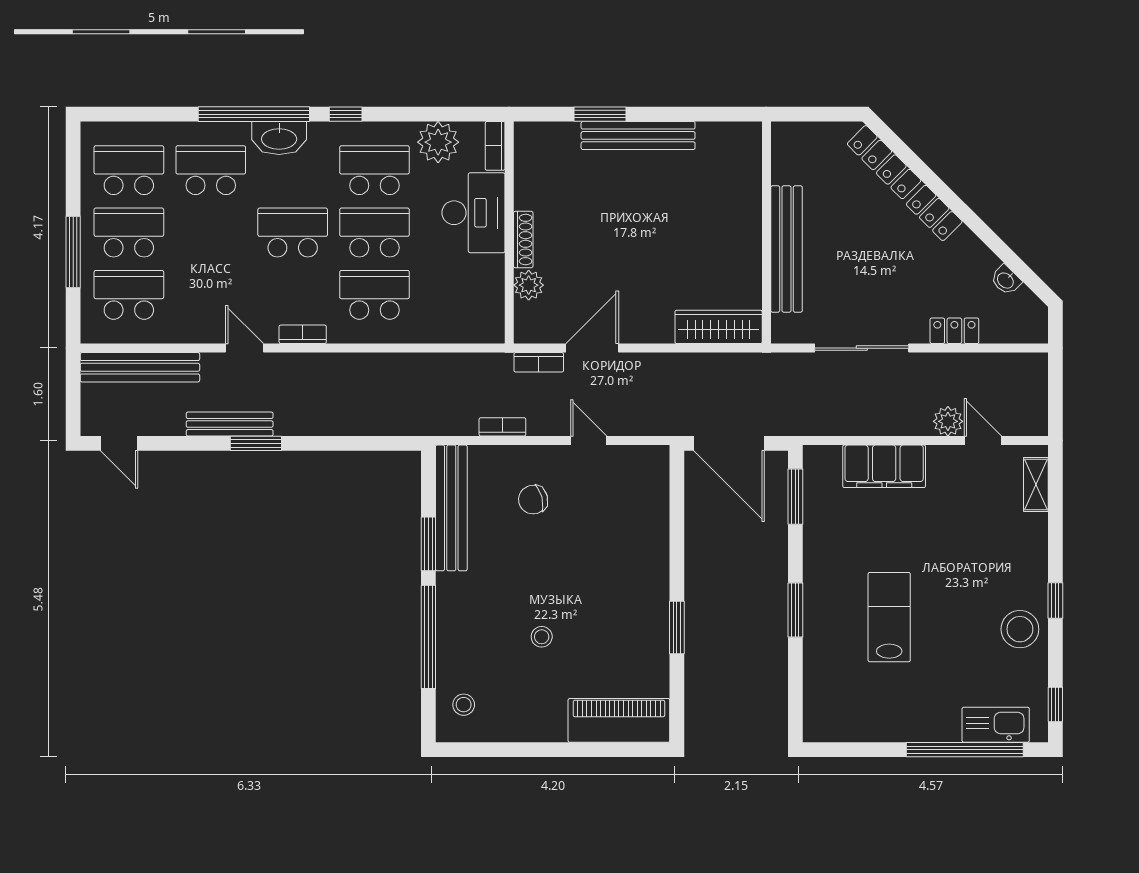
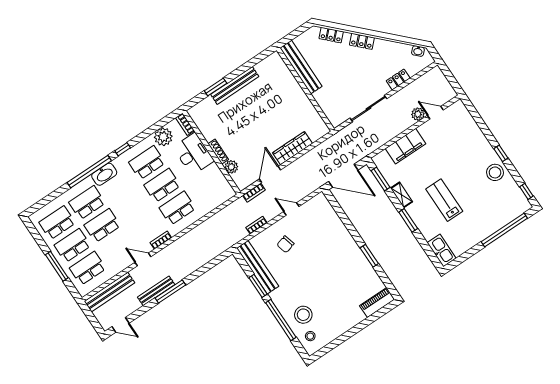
locker: (884, 162) -> (331, 35), width x0.66
school desk: (293, 233) -> (102, 225), moved
bench: (787, 249) -> (301, 67), moved
washbasin: (1006, 280) -> (418, 51), moved
wardrobe: (719, 327) -> (292, 148), moved
window: (256, 443) -> (170, 291), width x1.44
shelving: (1036, 485) -> (401, 195), moved
stool: (542, 637) -> (303, 315), moved, width x1.89, depth x1.89
piano: (619, 720) -> (377, 303), width x0.73, depth x0.75
kitchen sink: (996, 725) -> (442, 250), moved, turned 90

